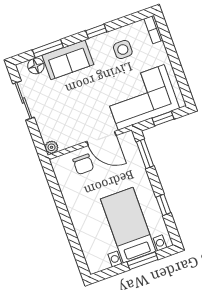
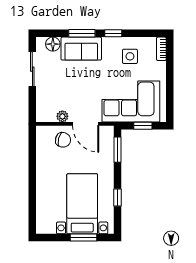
window: (48, 49) -> (82, 33), moved
plant: (52, 147) -> (62, 116), moved
chair: (83, 164) -> (63, 140), turned -76

